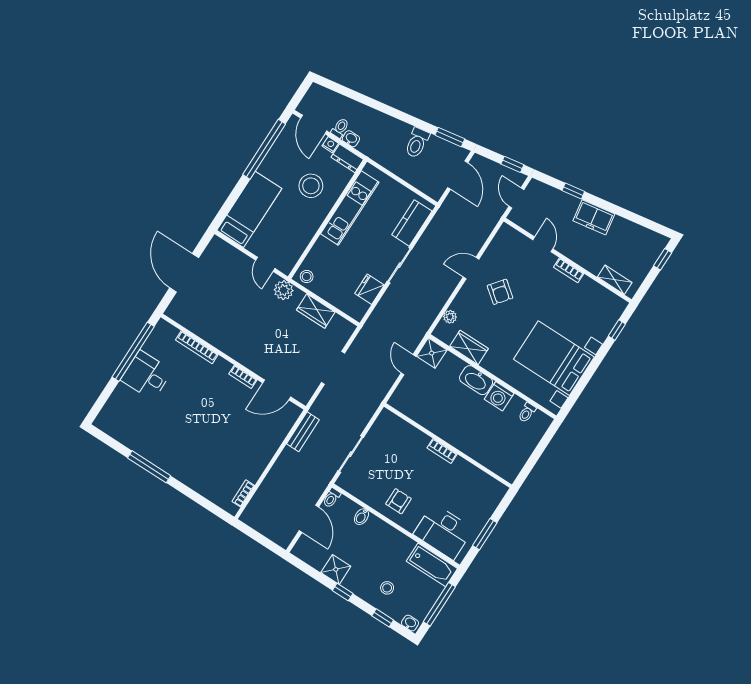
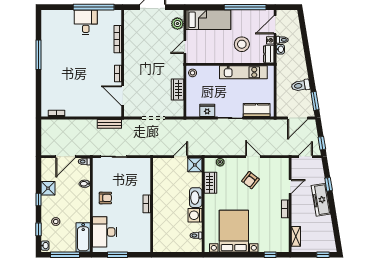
freezer: (594, 217) -> (321, 200), width x1.40
plant: (284, 290) -> (177, 24), moved

